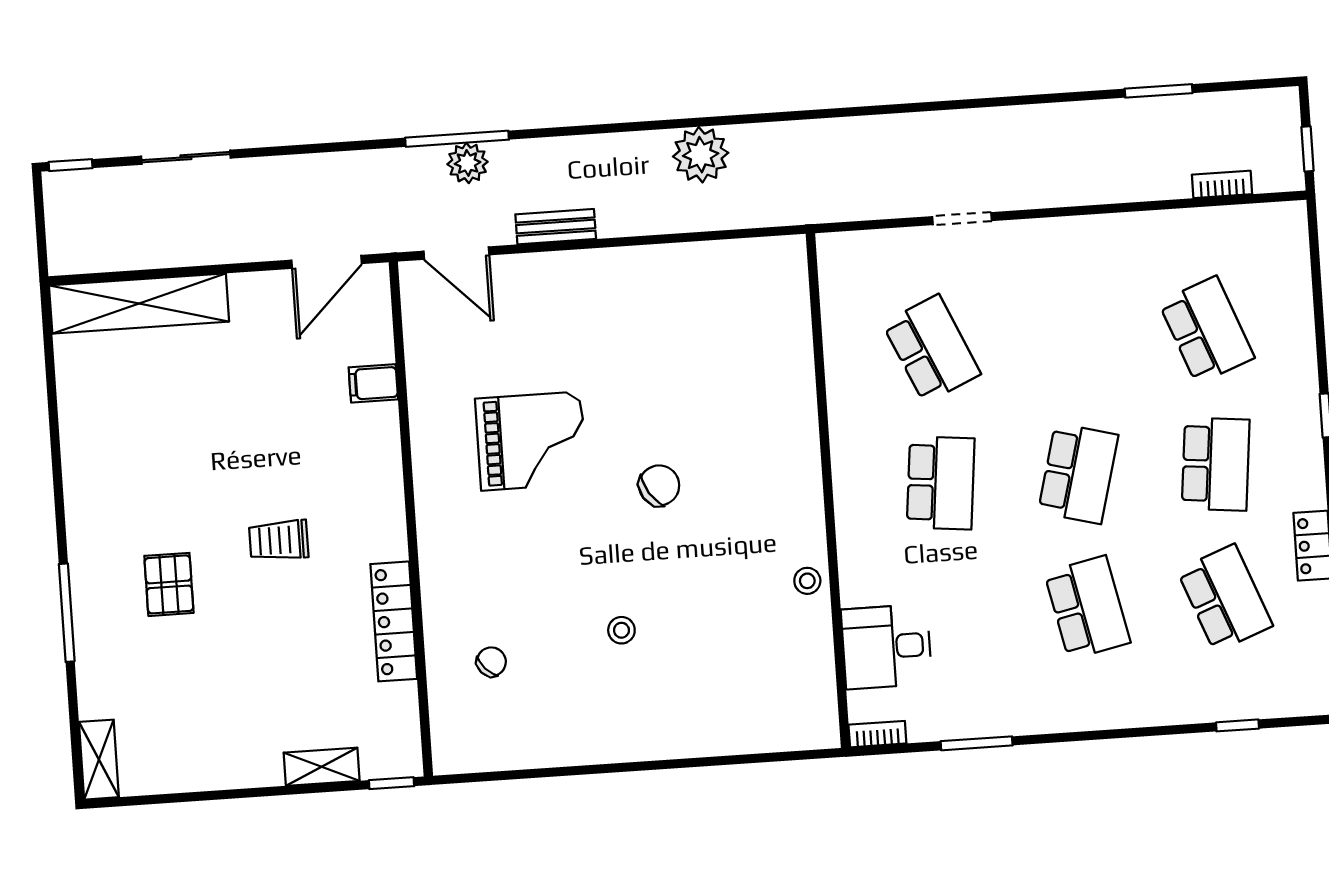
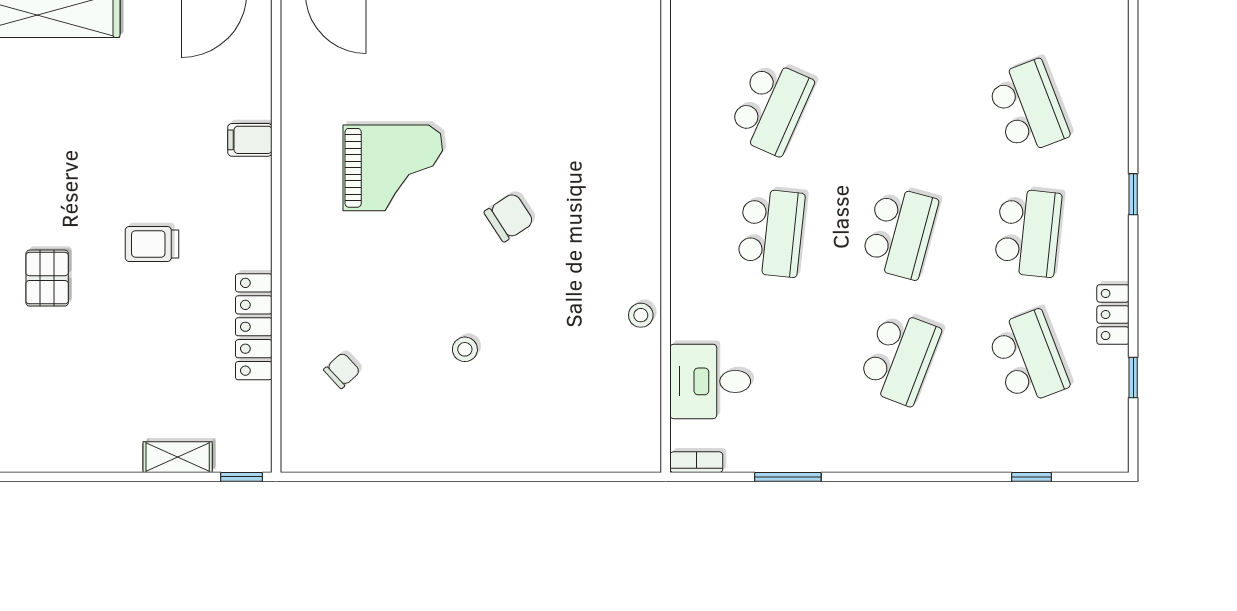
school desk: (932, 349) -> (771, 107), turned 48
filing cabinet: (373, 383) -> (250, 140), moved
school desk: (1087, 608) -> (899, 358), turned 33

